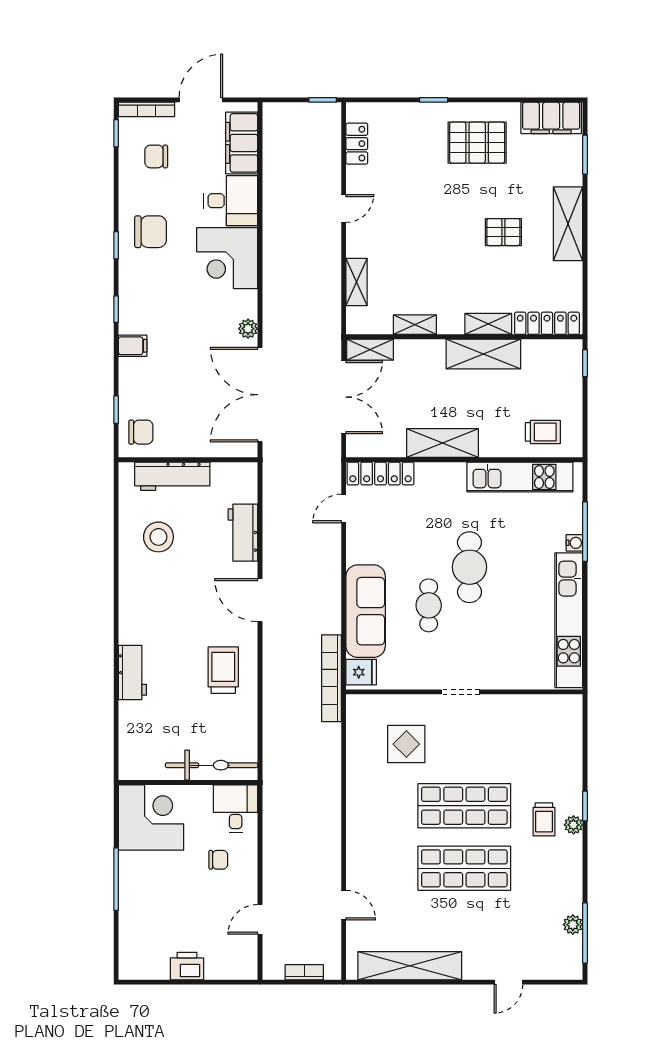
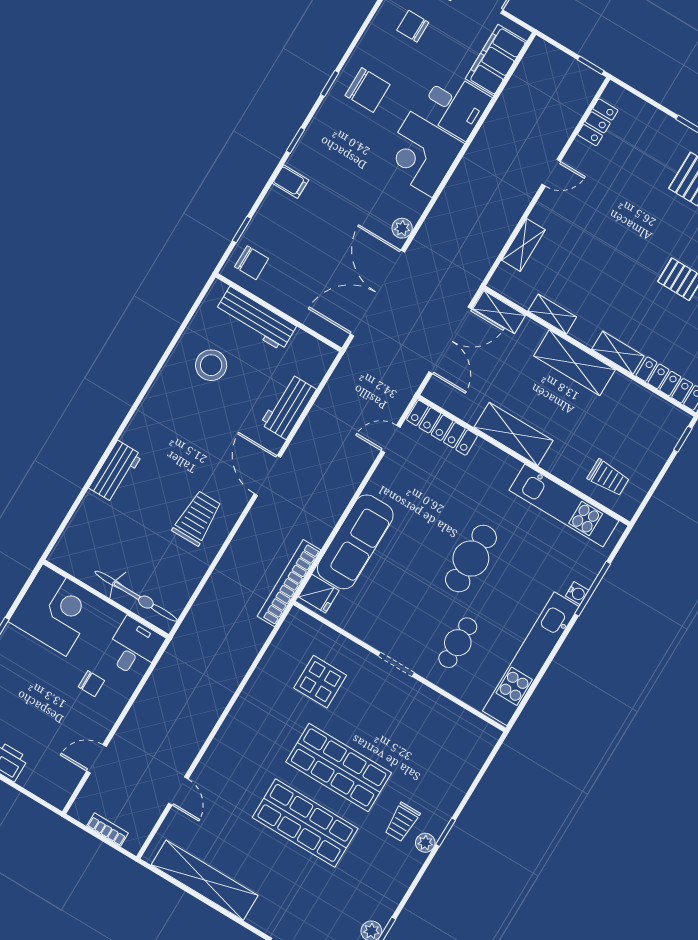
shelving: (483, 354) -> (574, 363), moved
cafe table: (429, 605) -> (458, 643), moved

